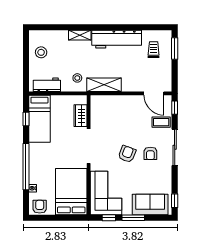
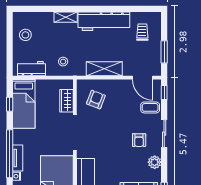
window: (175, 49) -> (164, 52), moved
shelving: (104, 85) -> (104, 69), moved
sliding door: (175, 147) -> (164, 134), width x0.73
armchair: (127, 154) -> (96, 100), moved
tv unit: (34, 171) -> (18, 158), added
plant: (165, 175) -> (155, 162), added

